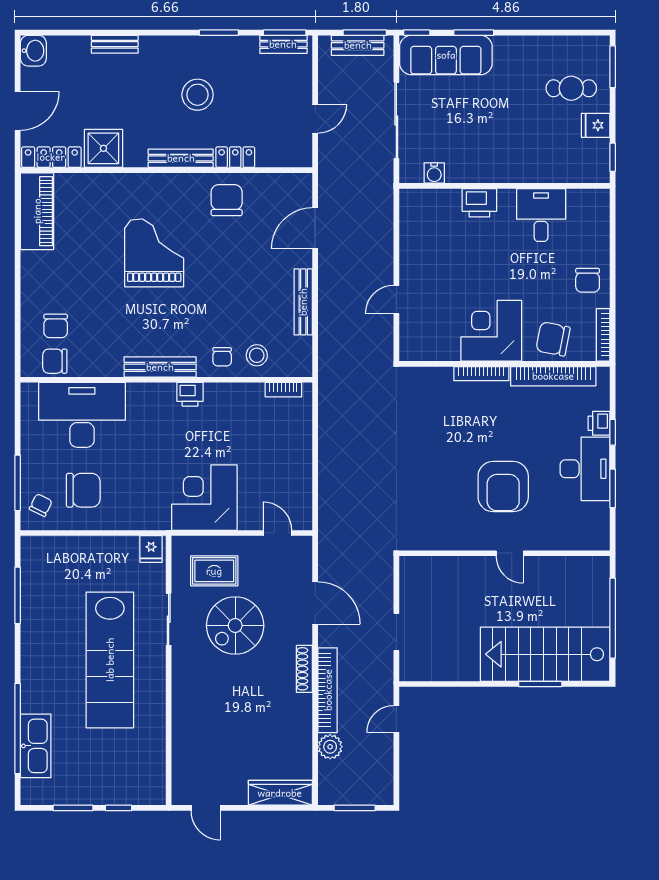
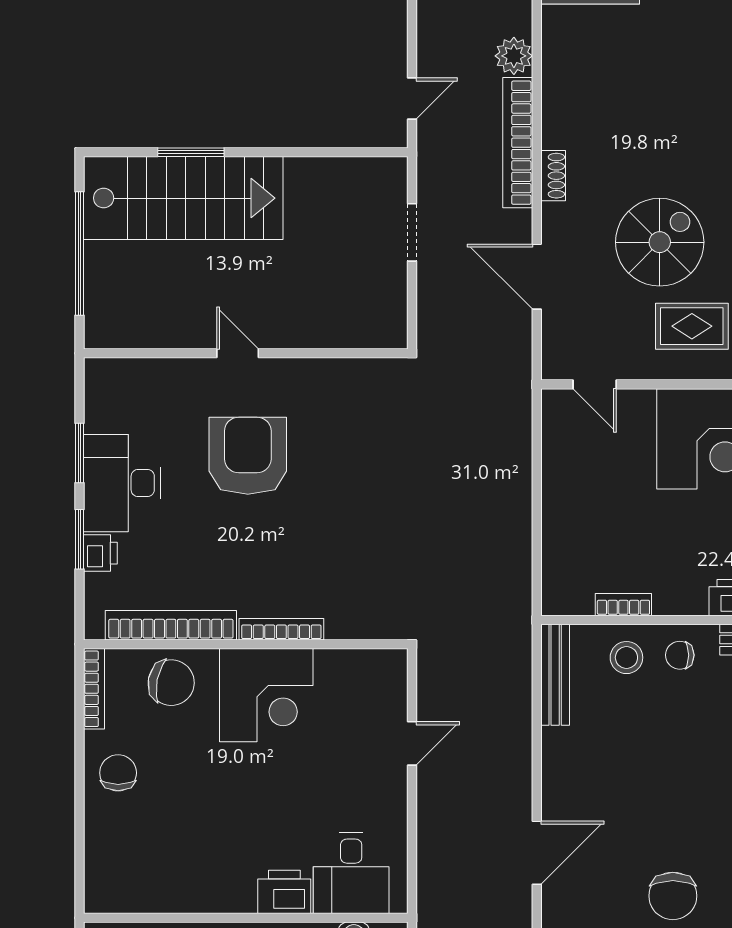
desk: (541, 215) -> (351, 873), moved
bench: (303, 302) -> (555, 675), moved
chair: (222, 357) -> (680, 655), turned -90
bookcase: (283, 390) -> (623, 605), moved
window: (613, 432) -> (80, 539), width x1.50
shoe rack: (304, 669) -> (553, 176), width x0.70

